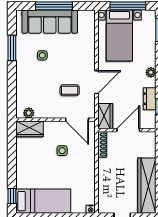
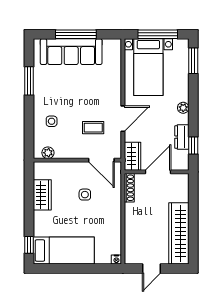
side table: (42, 55) -> (52, 121), moved
wardrobe: (29, 129) -> (42, 195), moved, turned -90

